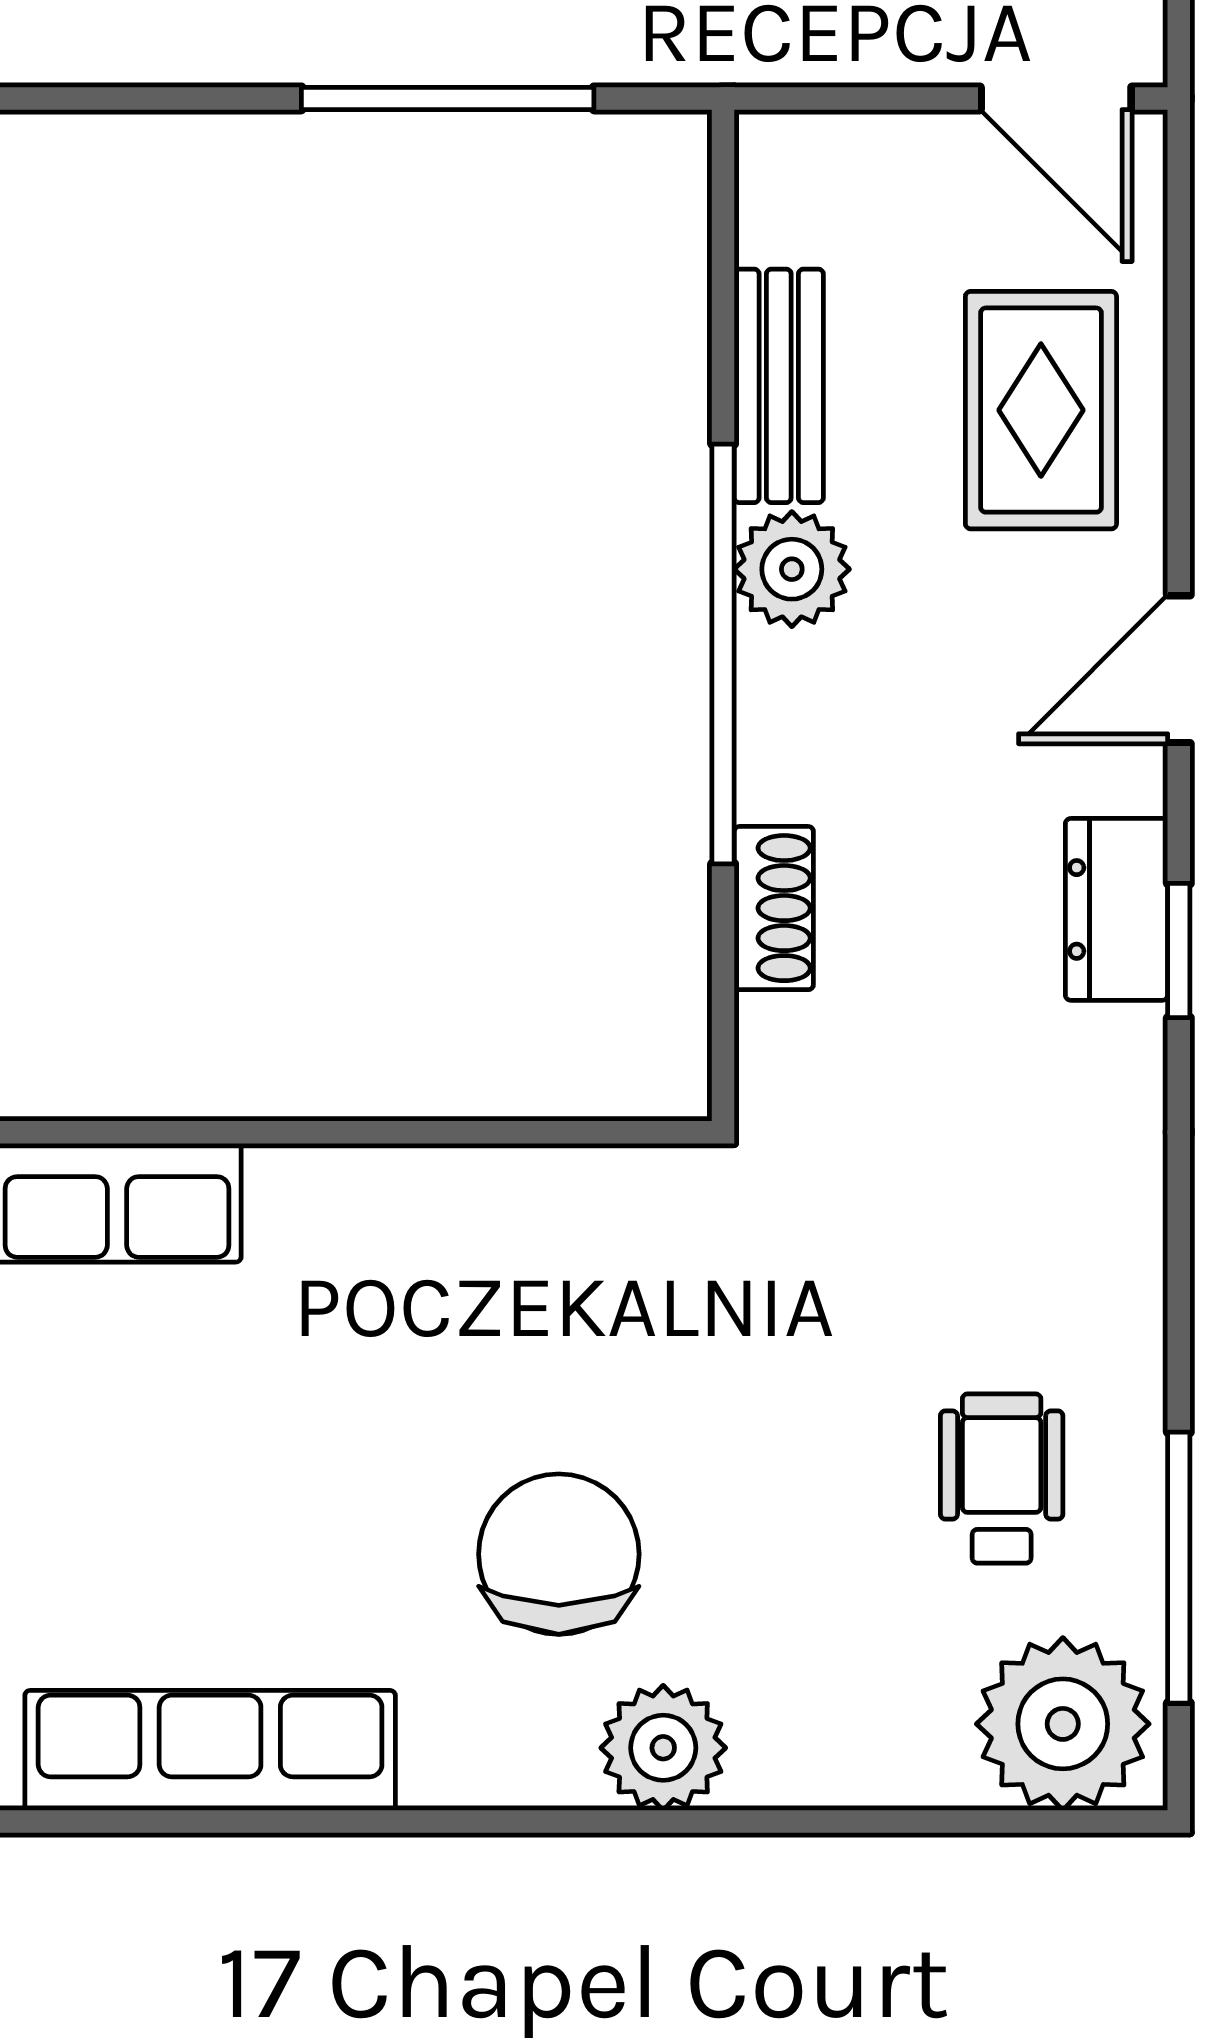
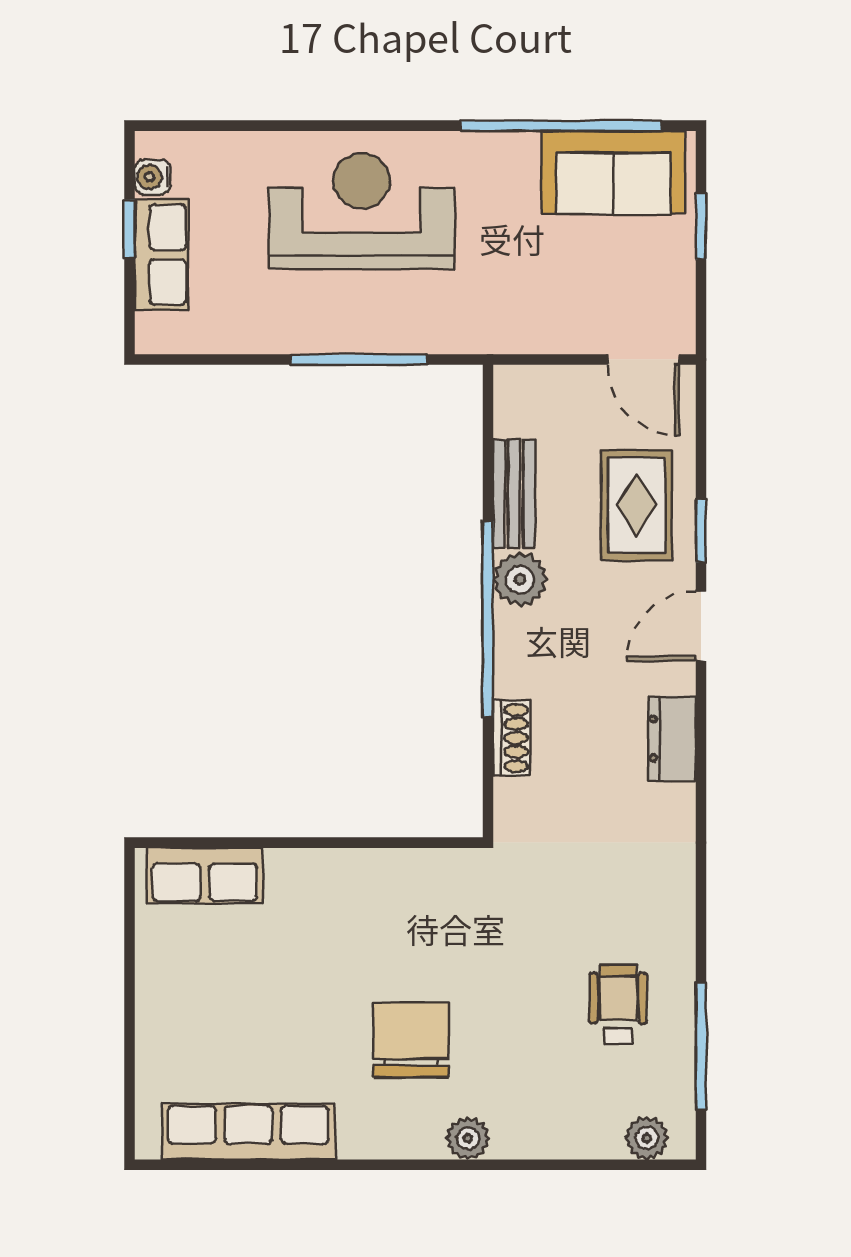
window: (1179, 951) -> (701, 531), moved
plant: (1063, 1724) -> (647, 1138), width x0.53, depth x0.53
plant: (663, 1748) -> (468, 1138), width x0.73, depth x0.73

